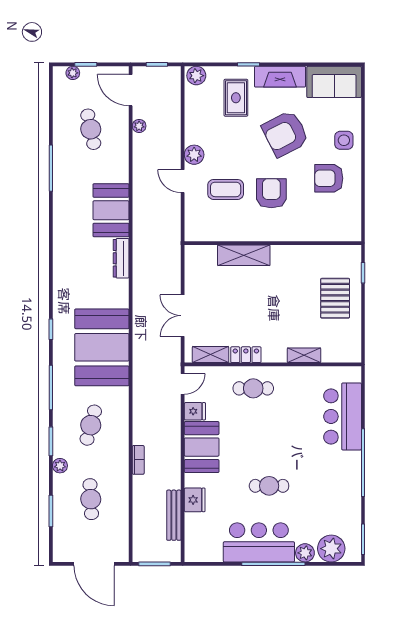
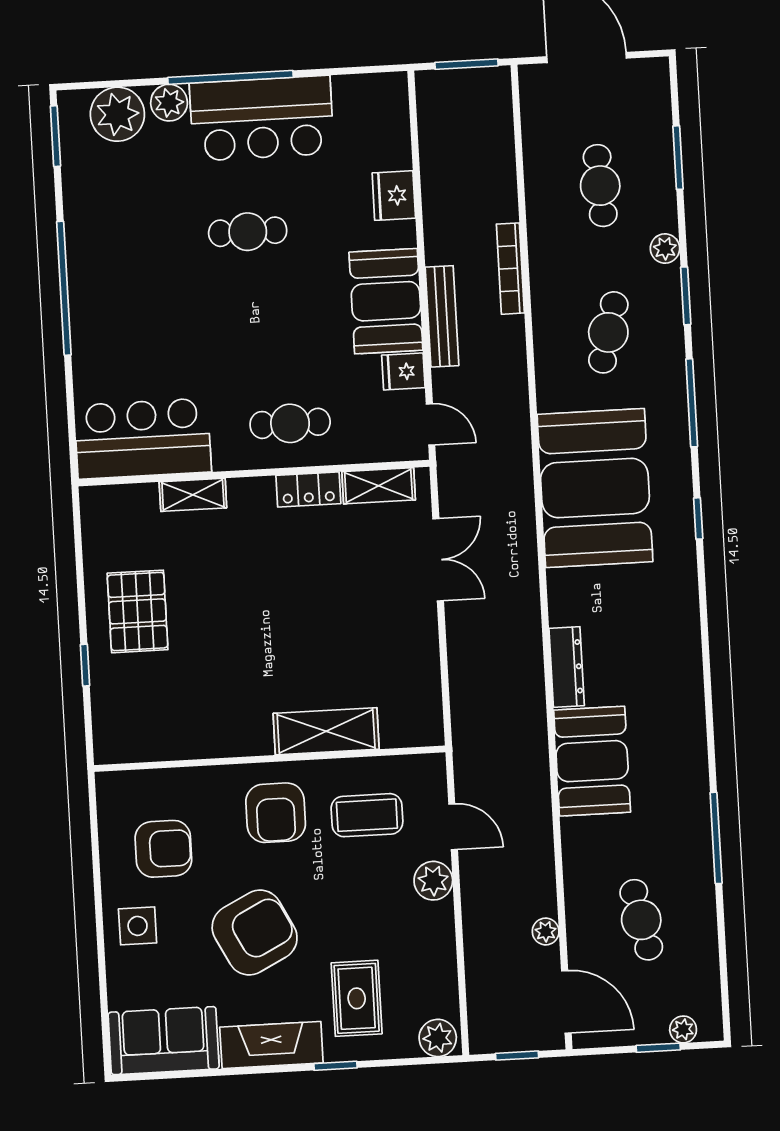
wall: (273, 243) -> (270, 759), moved
shelving: (244, 255) -> (326, 731), moved
door: (183, 384) -> (431, 424), swing flipped
bar counter: (343, 416) -> (143, 439), moved, turned -90
bookcase: (138, 460) -> (510, 269), width x1.56
bench: (174, 515) -> (442, 316), moved

